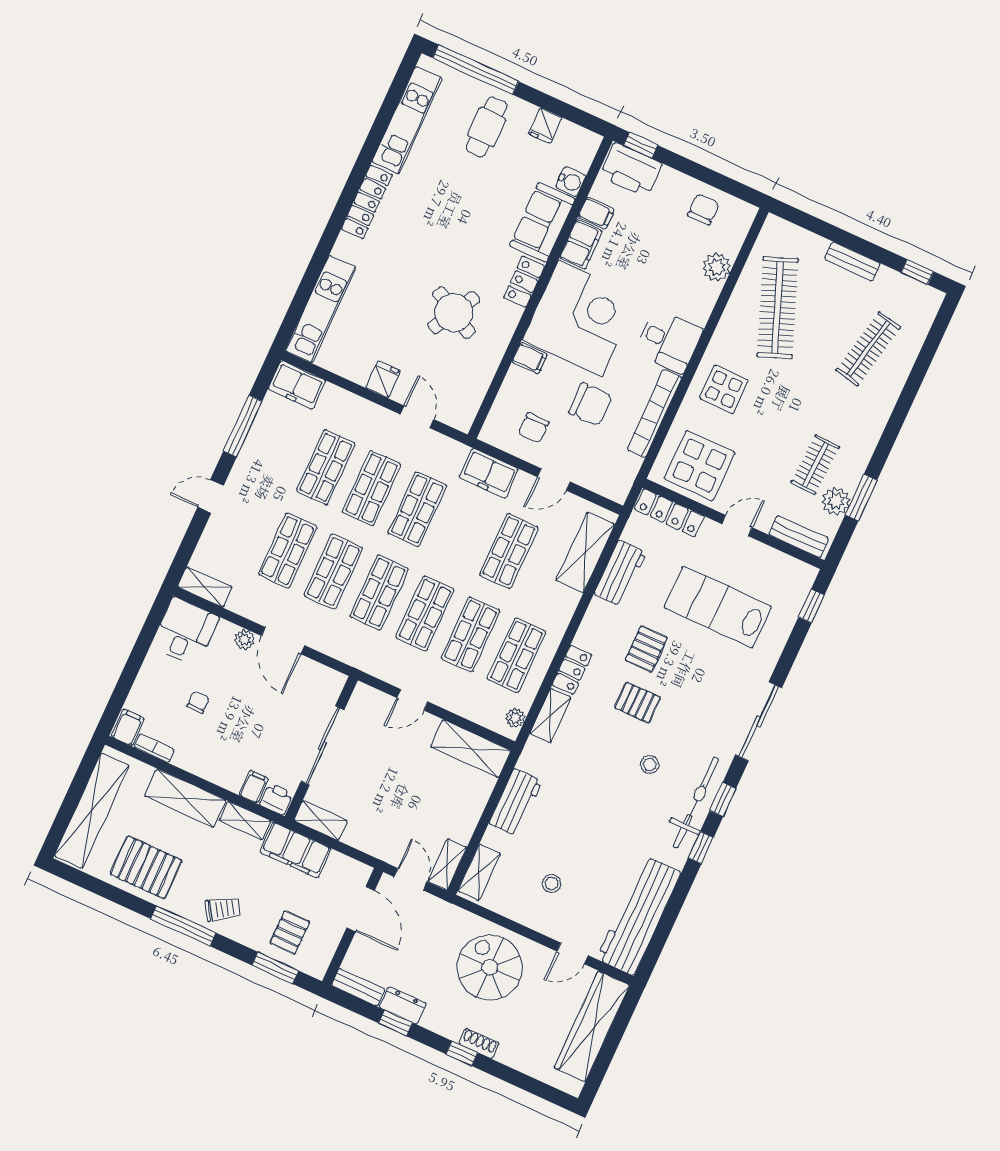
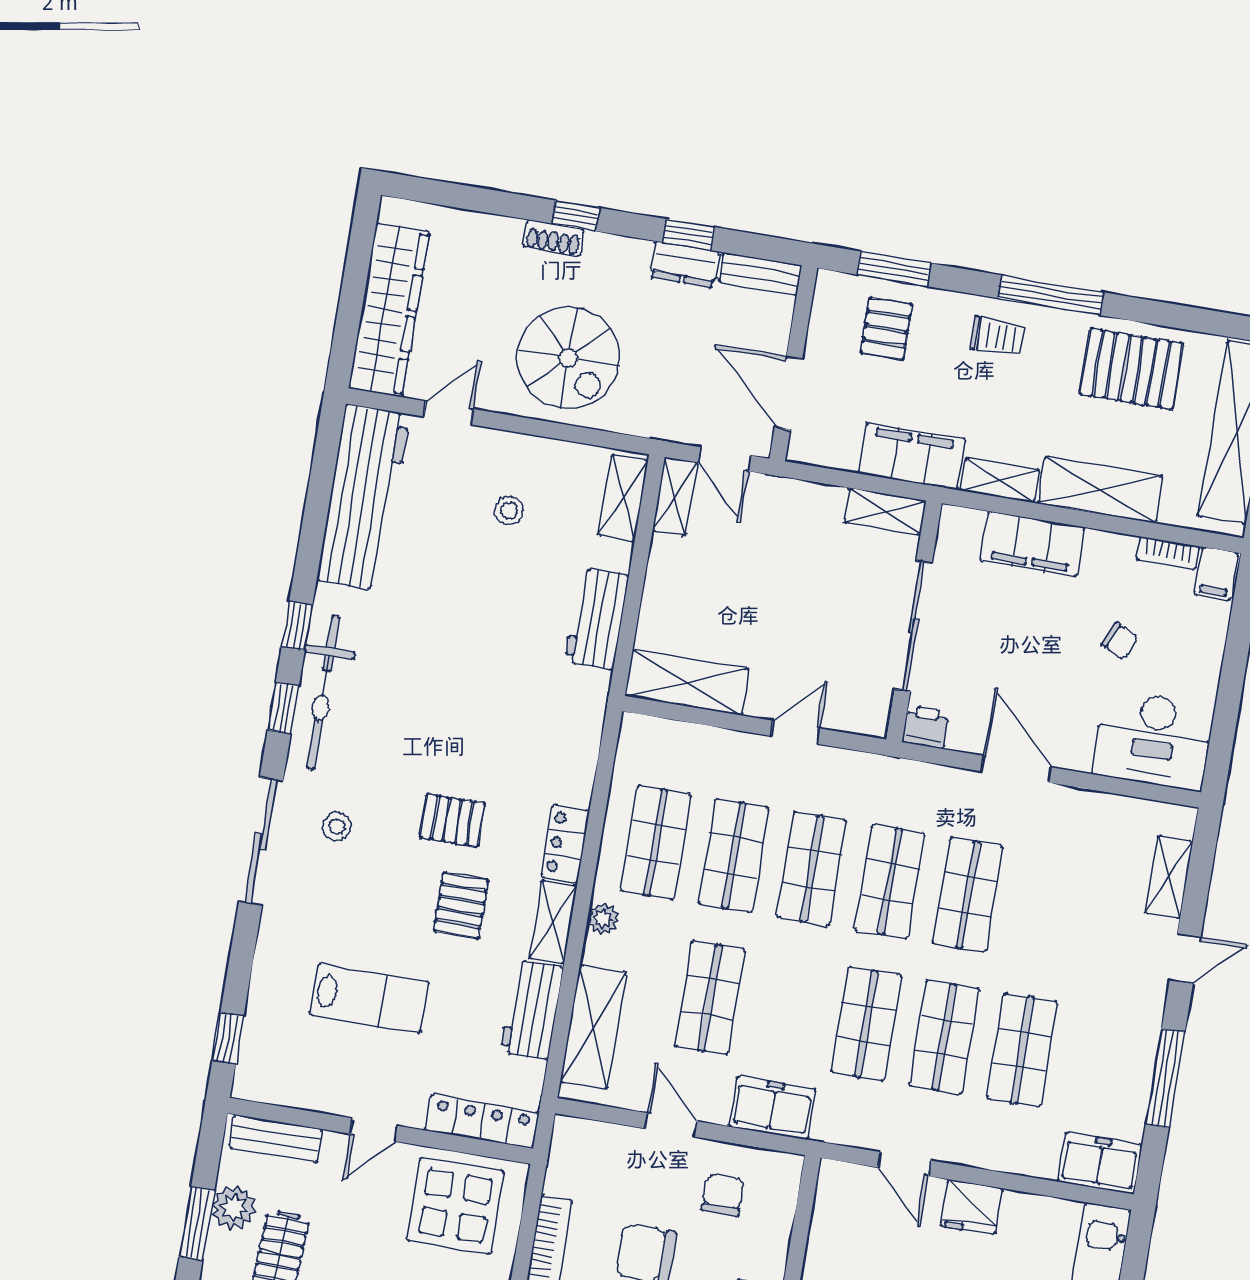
fridge: (383, 379) -> (971, 1207), width x1.38
door: (554, 479) -> (671, 1125), hinge flipped
shop shelf: (288, 551) -> (1046, 908), removed
shelving: (205, 587) -> (1169, 877), moved, turned 90
lab bench: (718, 607) -> (369, 998), width x0.73, depth x0.72
desk: (185, 632) -> (1153, 740), width x1.37
plant: (245, 640) -> (1075, 755), removed
chair: (198, 702) -> (1120, 641), turned -65
shelving: (551, 715) -> (553, 922), moved
plant: (515, 718) -> (603, 919), moved
stool: (650, 765) -> (337, 826), moved
filing cabinet: (254, 787) -> (1032, 544), width x3.00, depth x1.17
printer: (276, 799) -> (926, 727), moved, turned 180
trolley: (223, 909) -> (998, 337), turned -148

